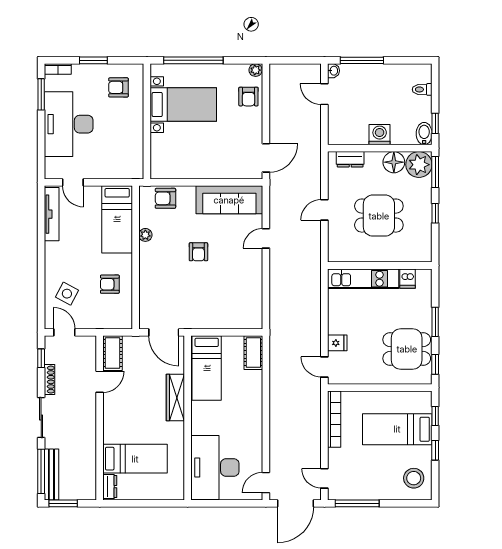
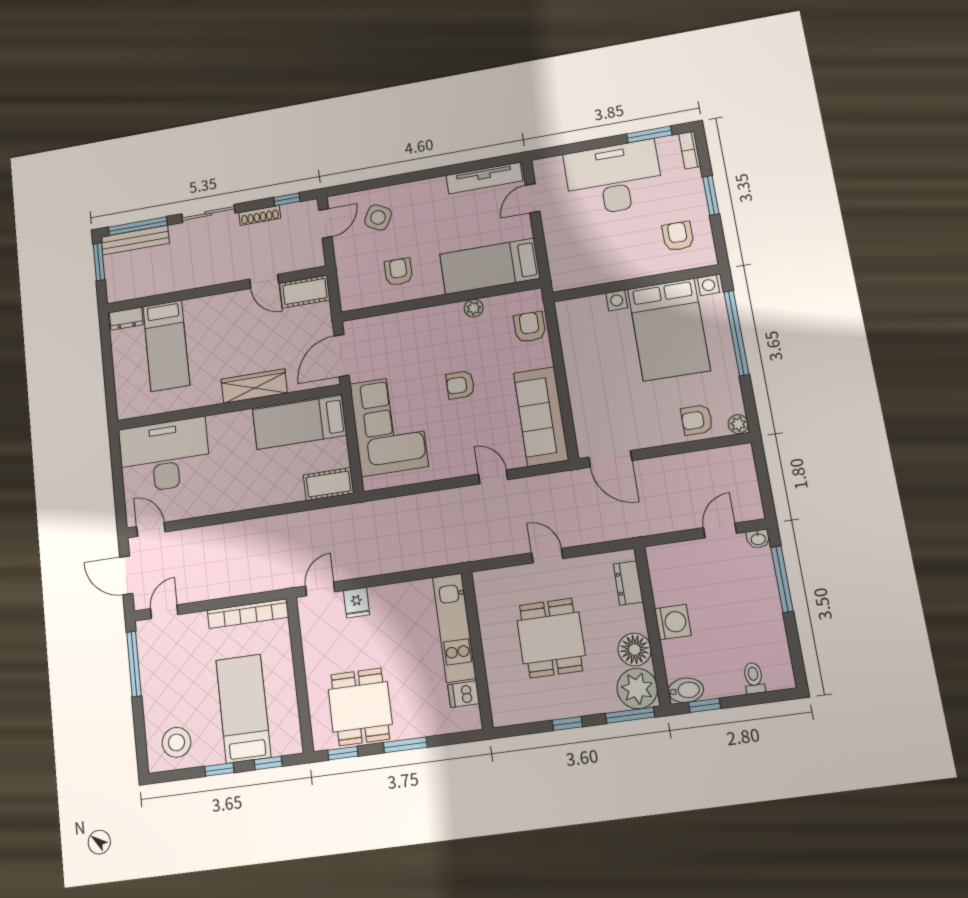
bed with nightstands: (183, 105) -> (669, 330), width x1.36
corner sofa: (219, 305) -> (389, 425), added
door: (296, 503) -> (126, 575), width x0.73

